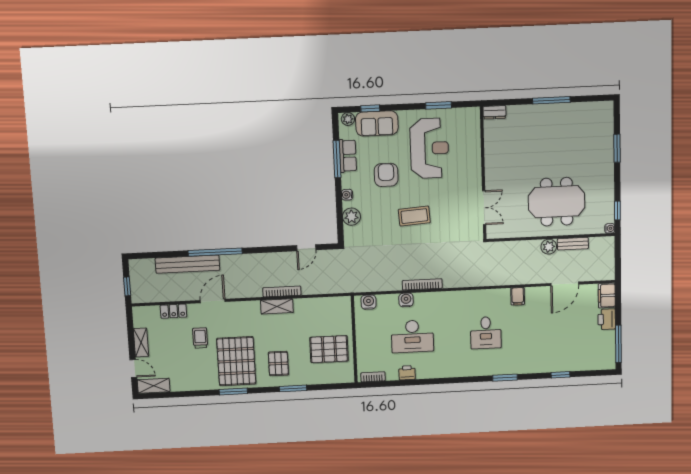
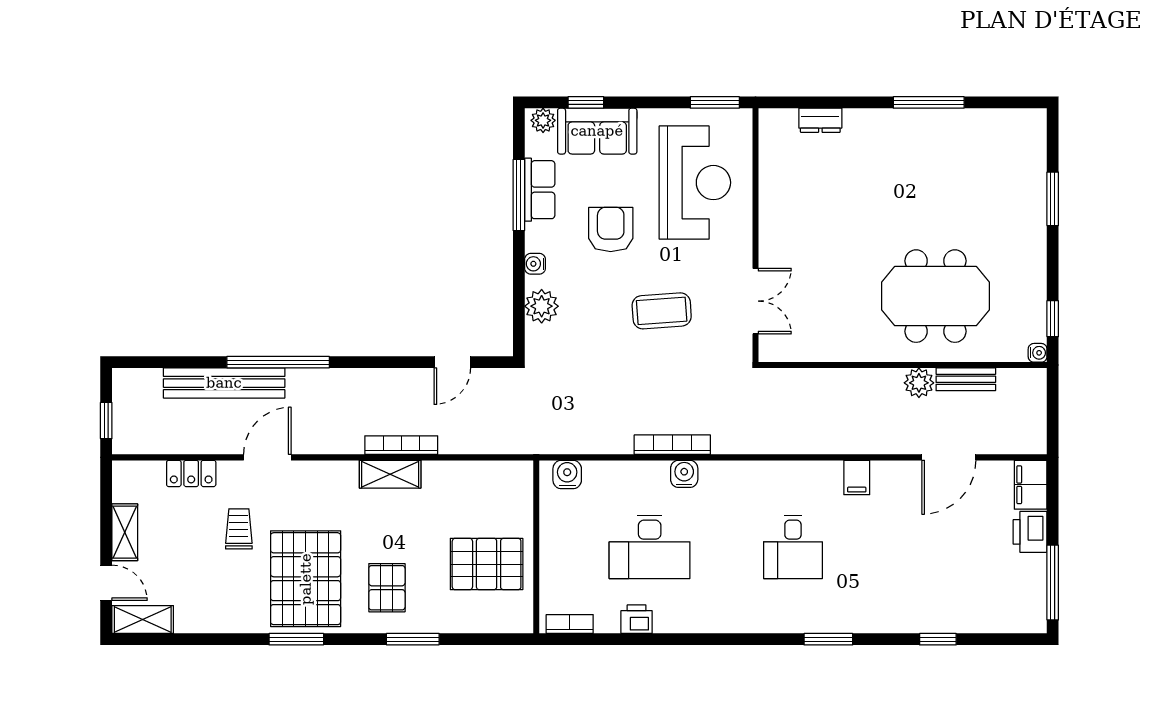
wall: (483, 173) -> (755, 235), moved
double door: (484, 208) -> (755, 301), moved
water cooler: (406, 300) -> (684, 474), moved

